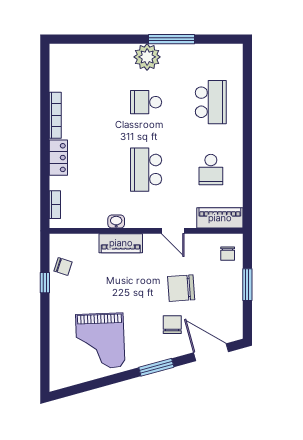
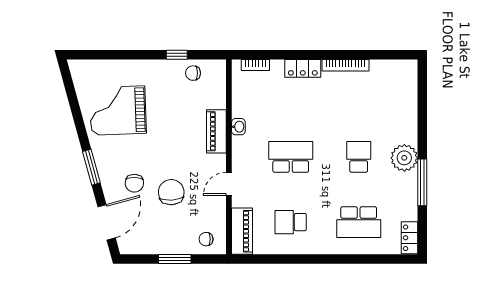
locker: (226, 52) -> (410, 238), added
chair: (63, 266) -> (193, 73), turned 72
chair: (172, 325) -> (134, 183), turned 92

